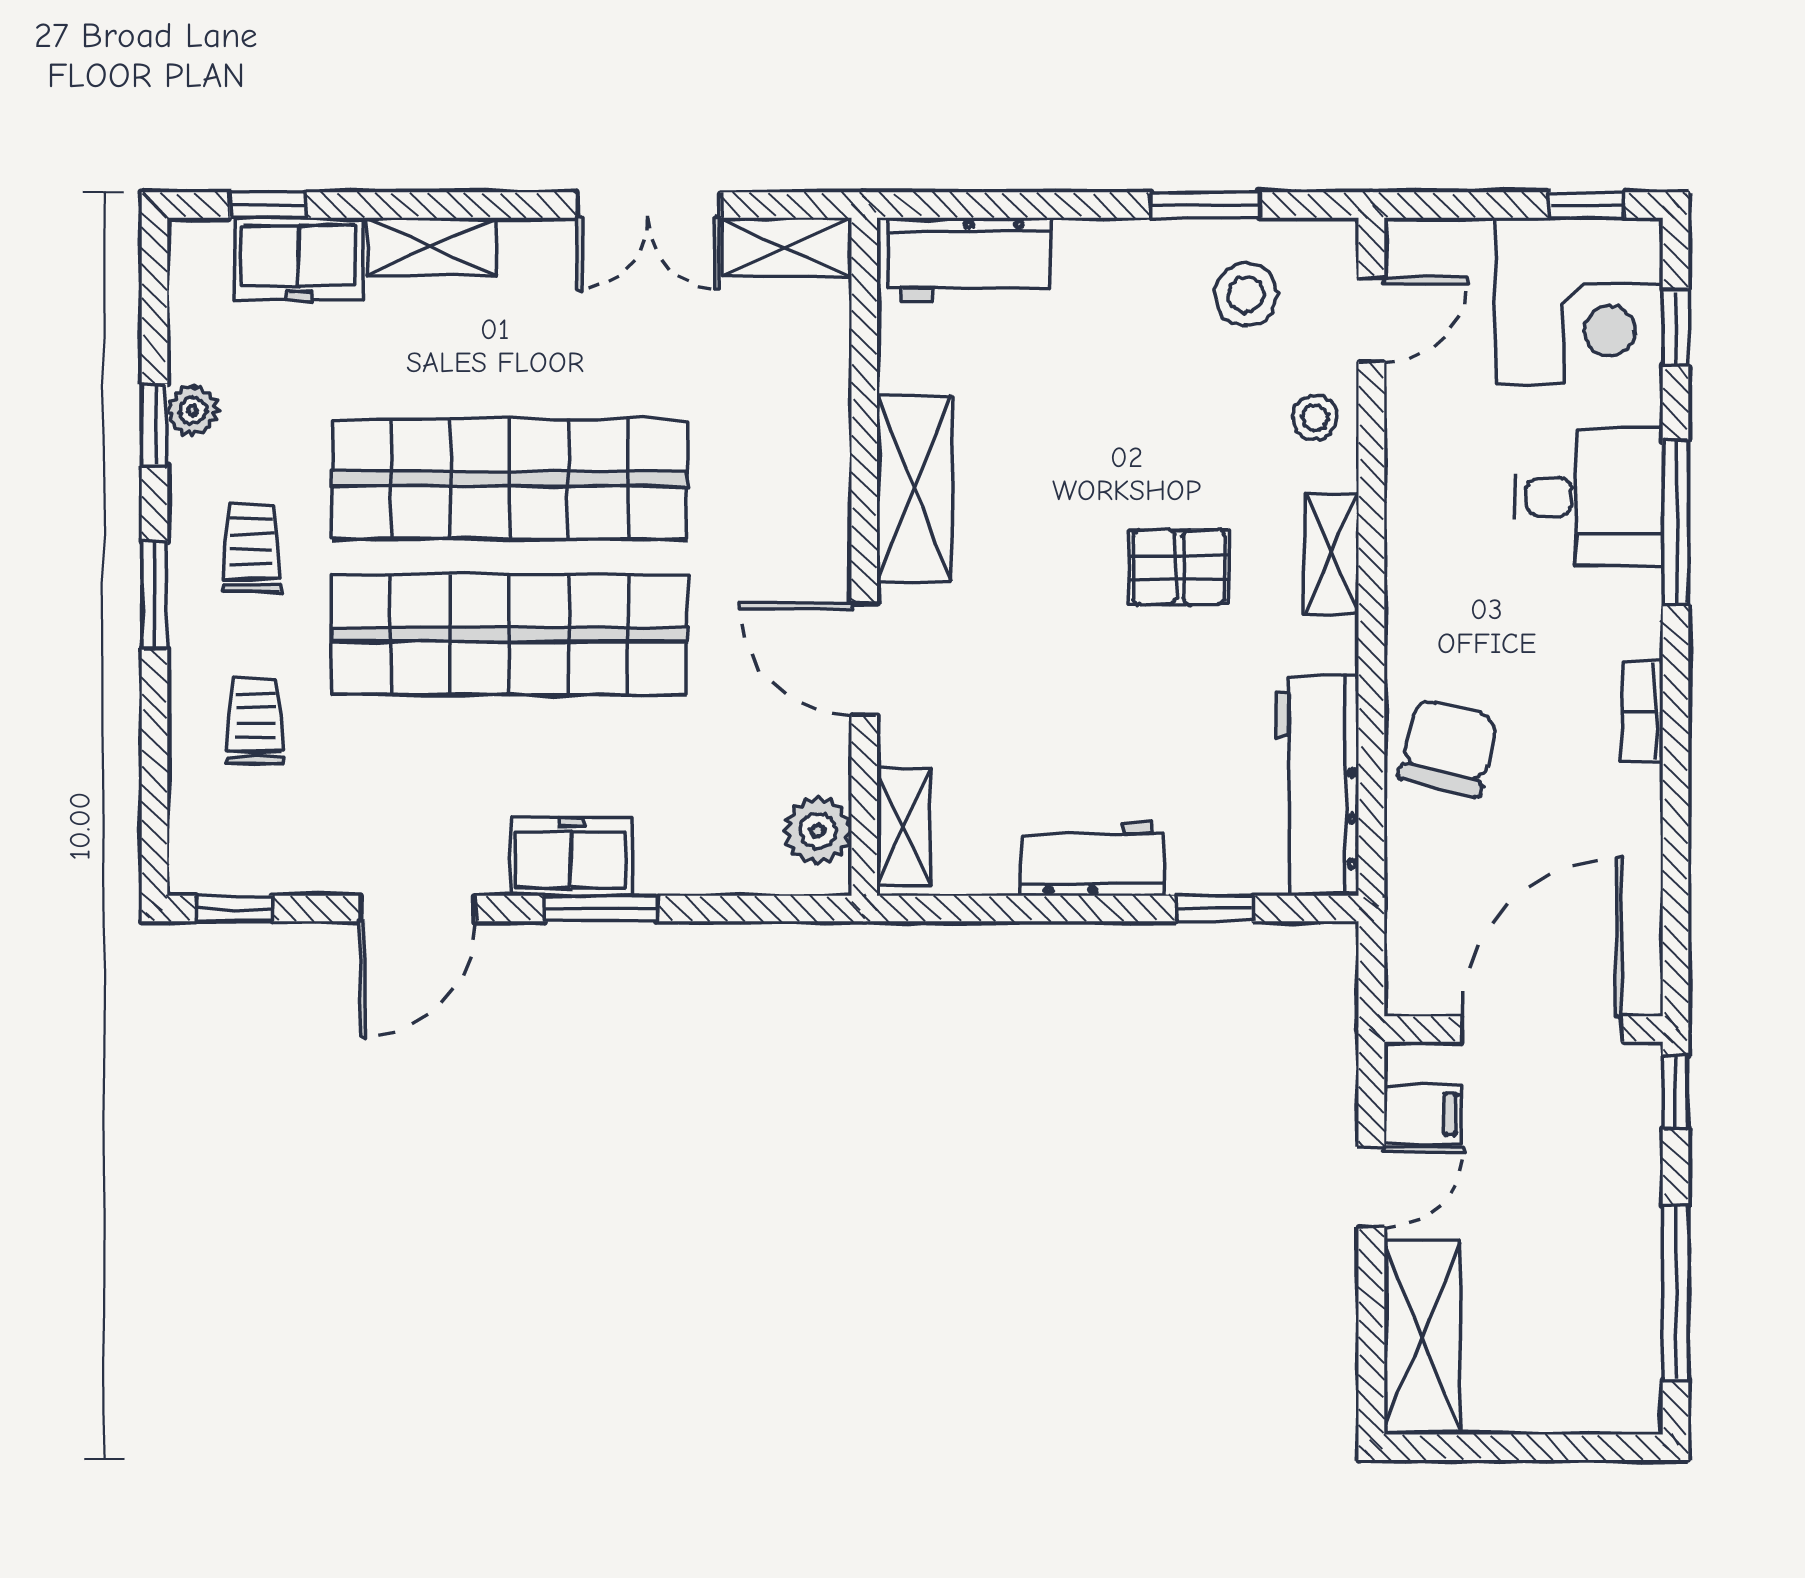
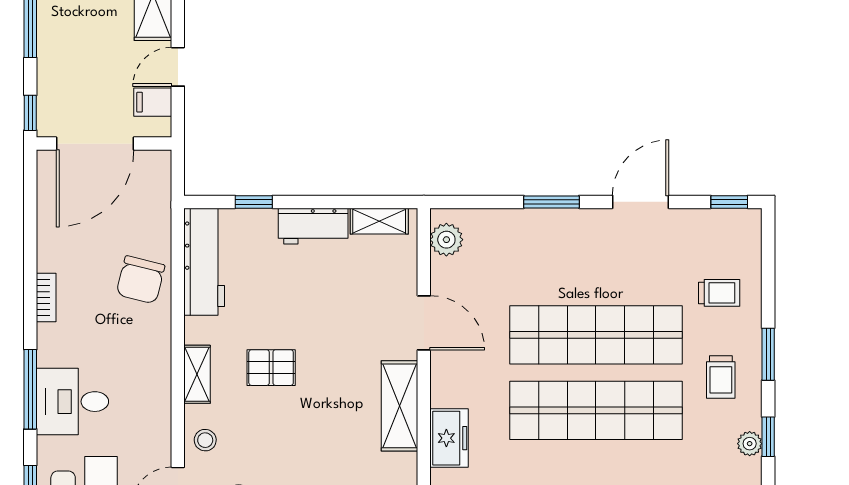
trolley: (256, 721) -> (719, 293), turned -90
shelving: (904, 827) -> (379, 221), moved, turned 90
freezer: (571, 856) -> (449, 438), moved, turned -90

